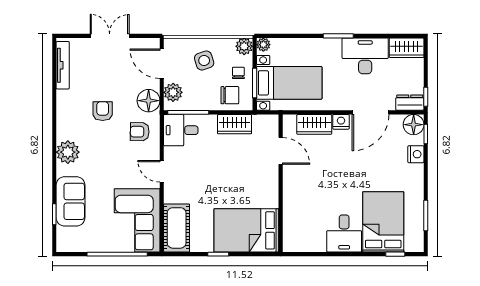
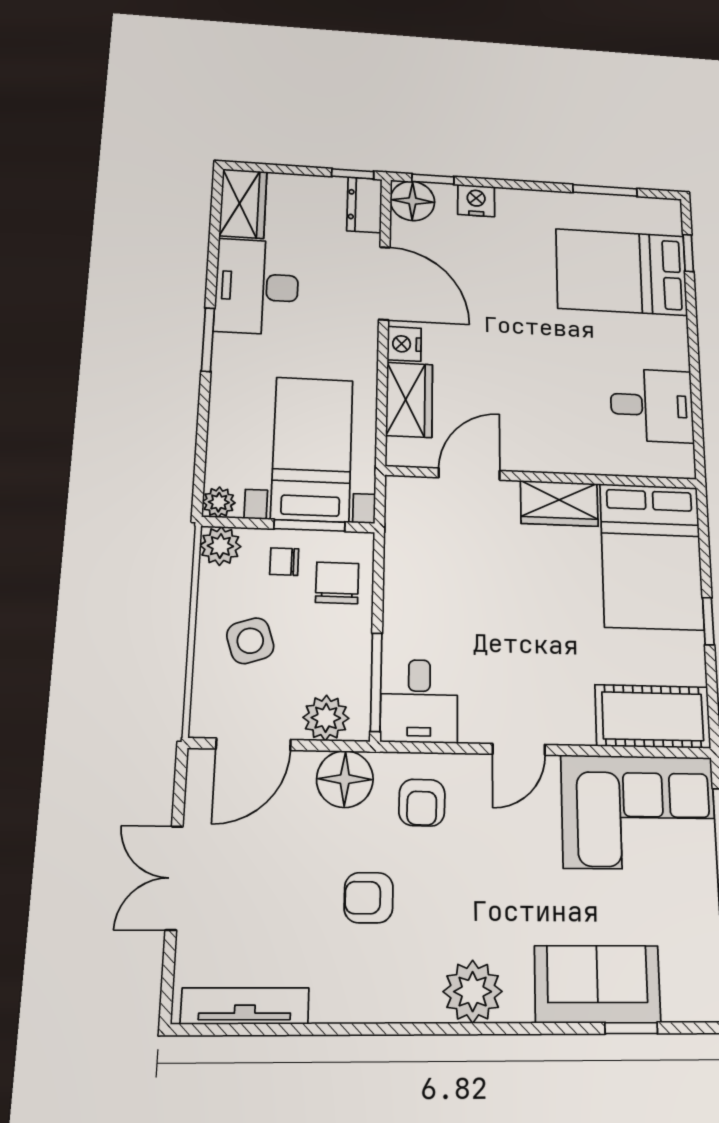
wardrobe: (235, 124) -> (559, 503), moved, turned 90
desk: (344, 233) -> (652, 405), moved

